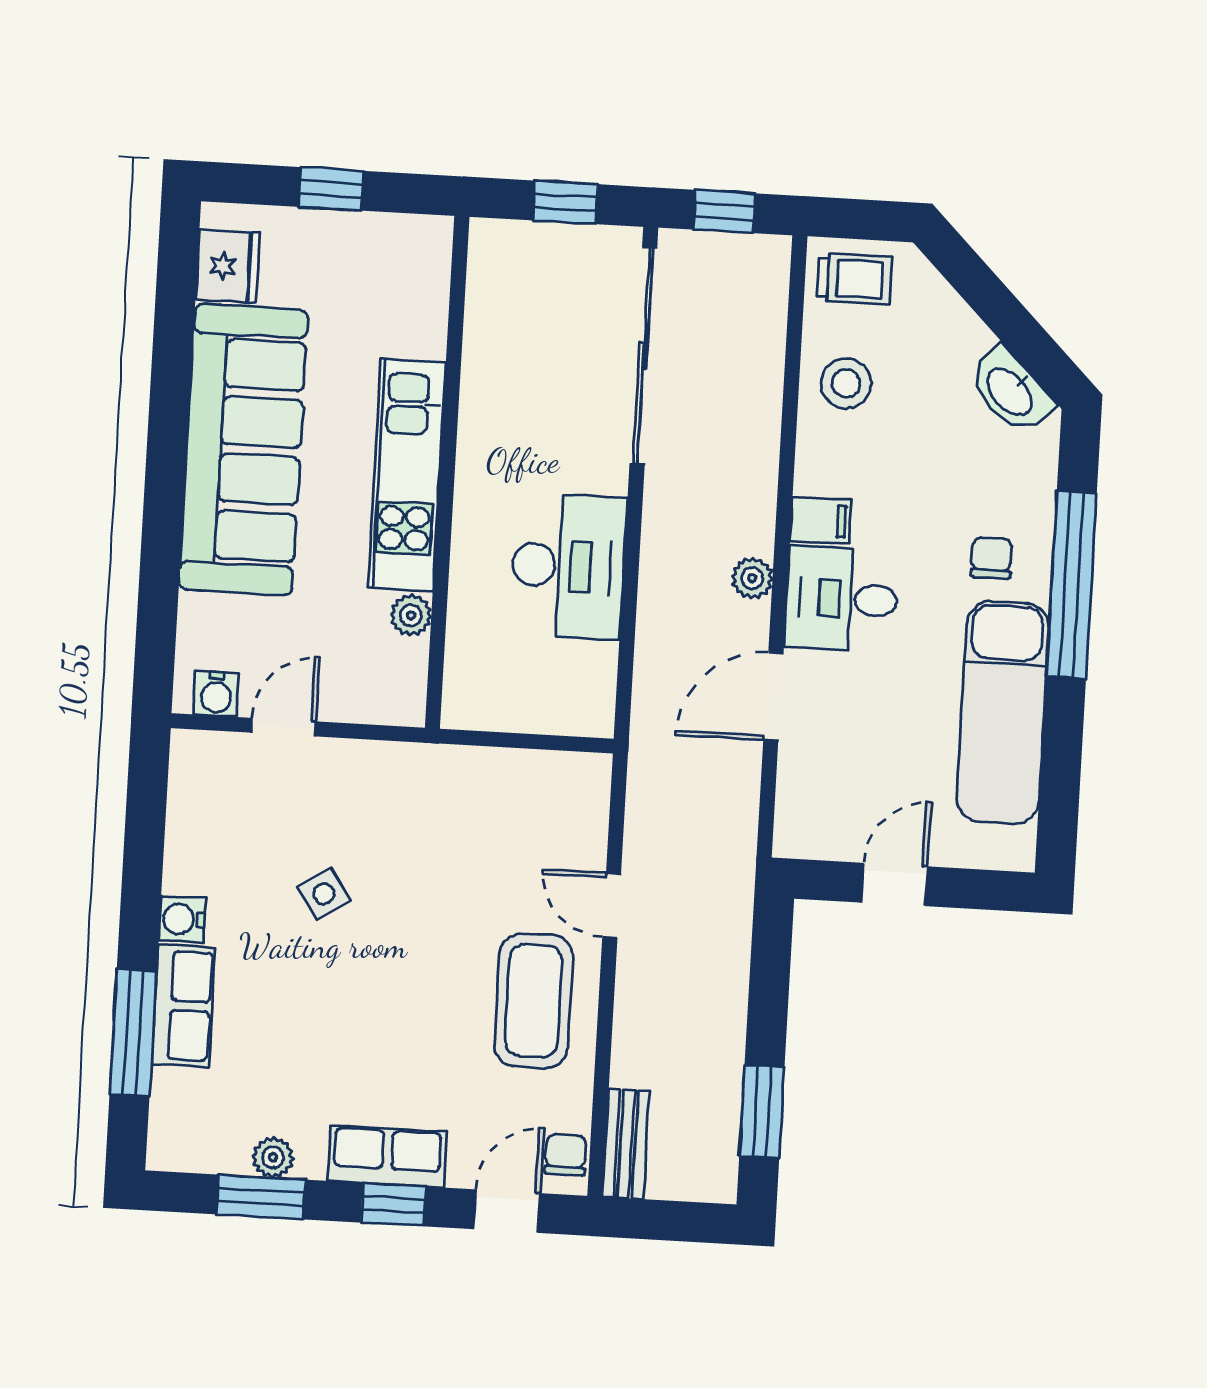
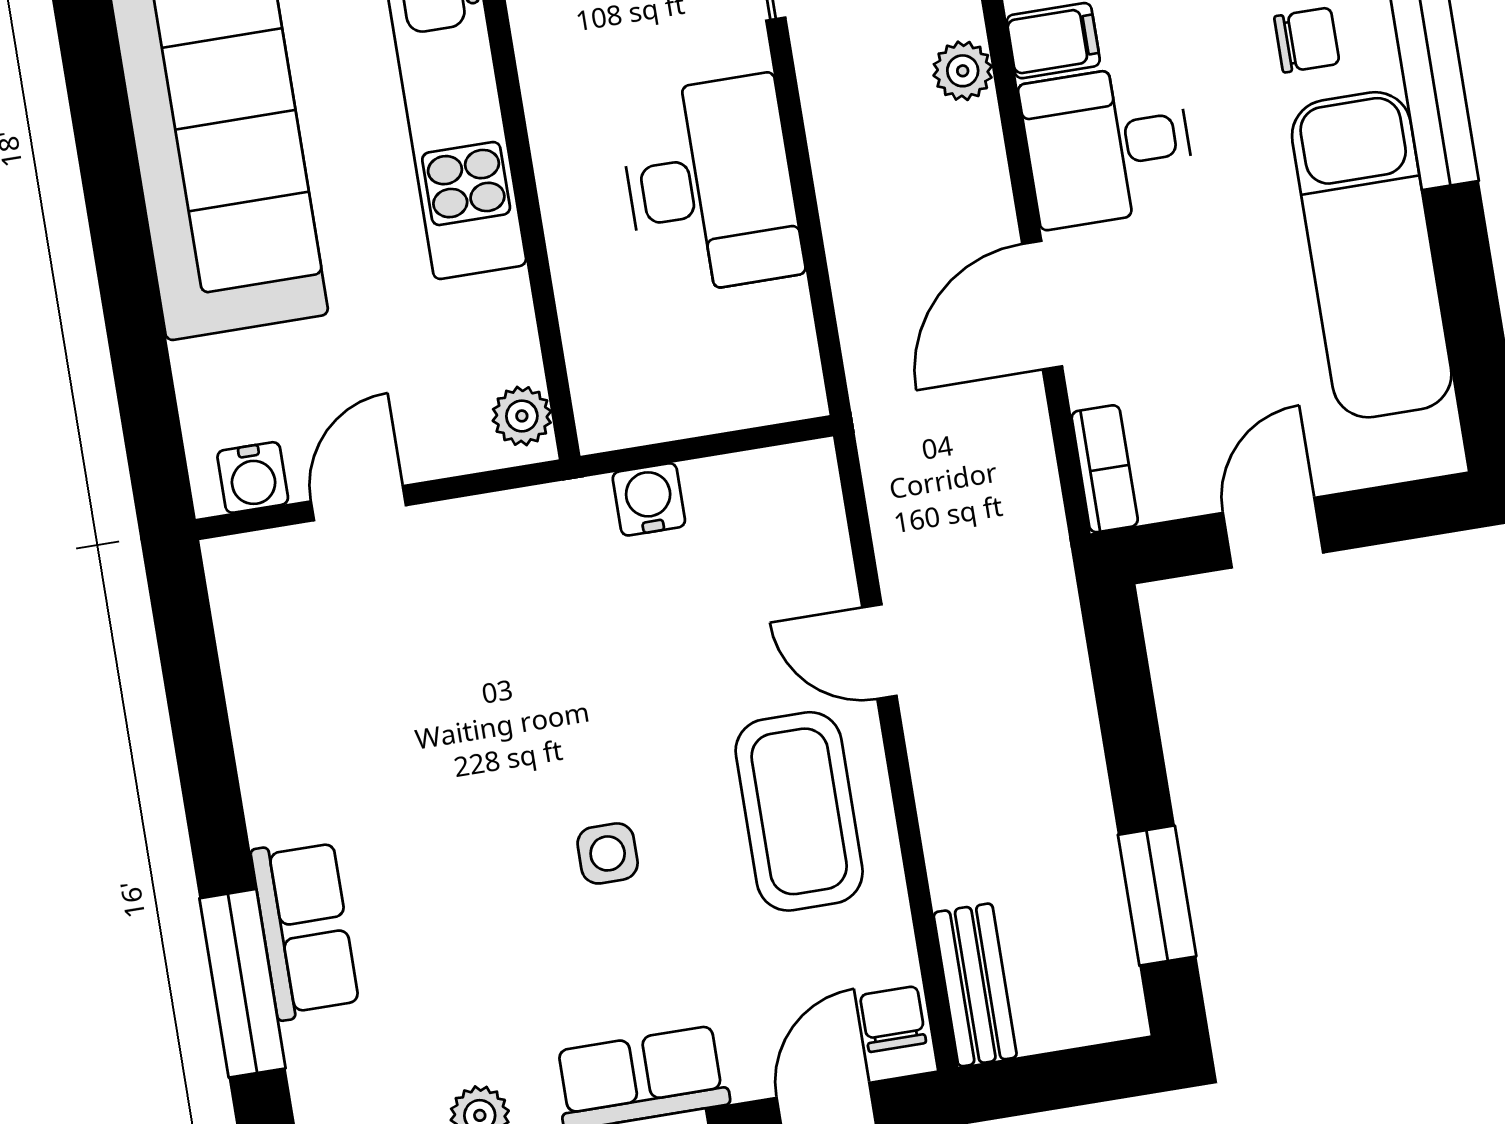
chair: (991, 558) -> (1307, 40), turned 90
plant: (752, 578) -> (963, 71), moved
plant: (411, 615) -> (522, 416), moved
bookcase: (791, 816) -> (1105, 469), added
side table: (324, 894) -> (608, 853), moved, turned 33
water cooler: (182, 919) -> (649, 499), moved, turned 90

